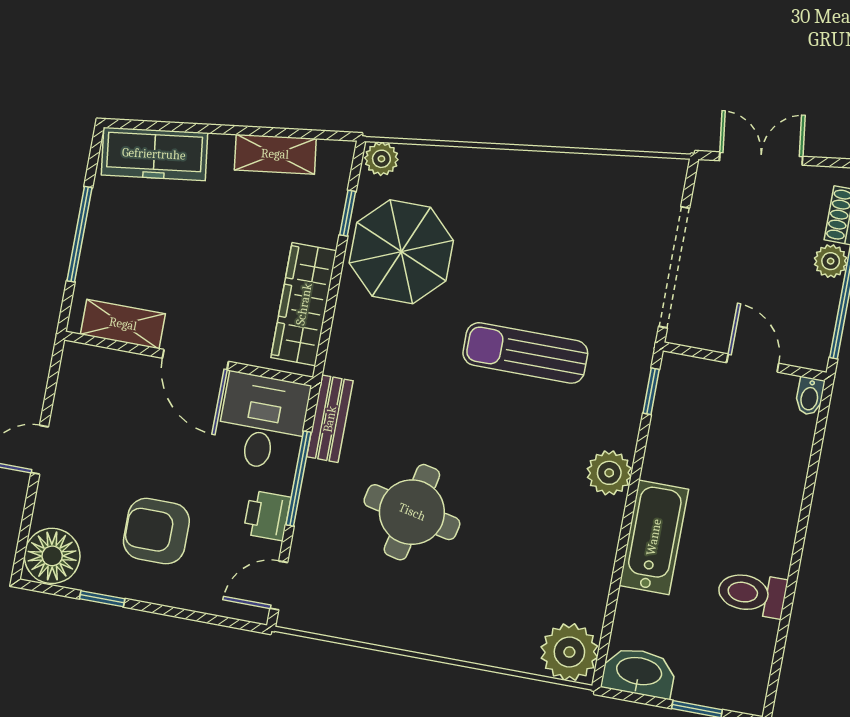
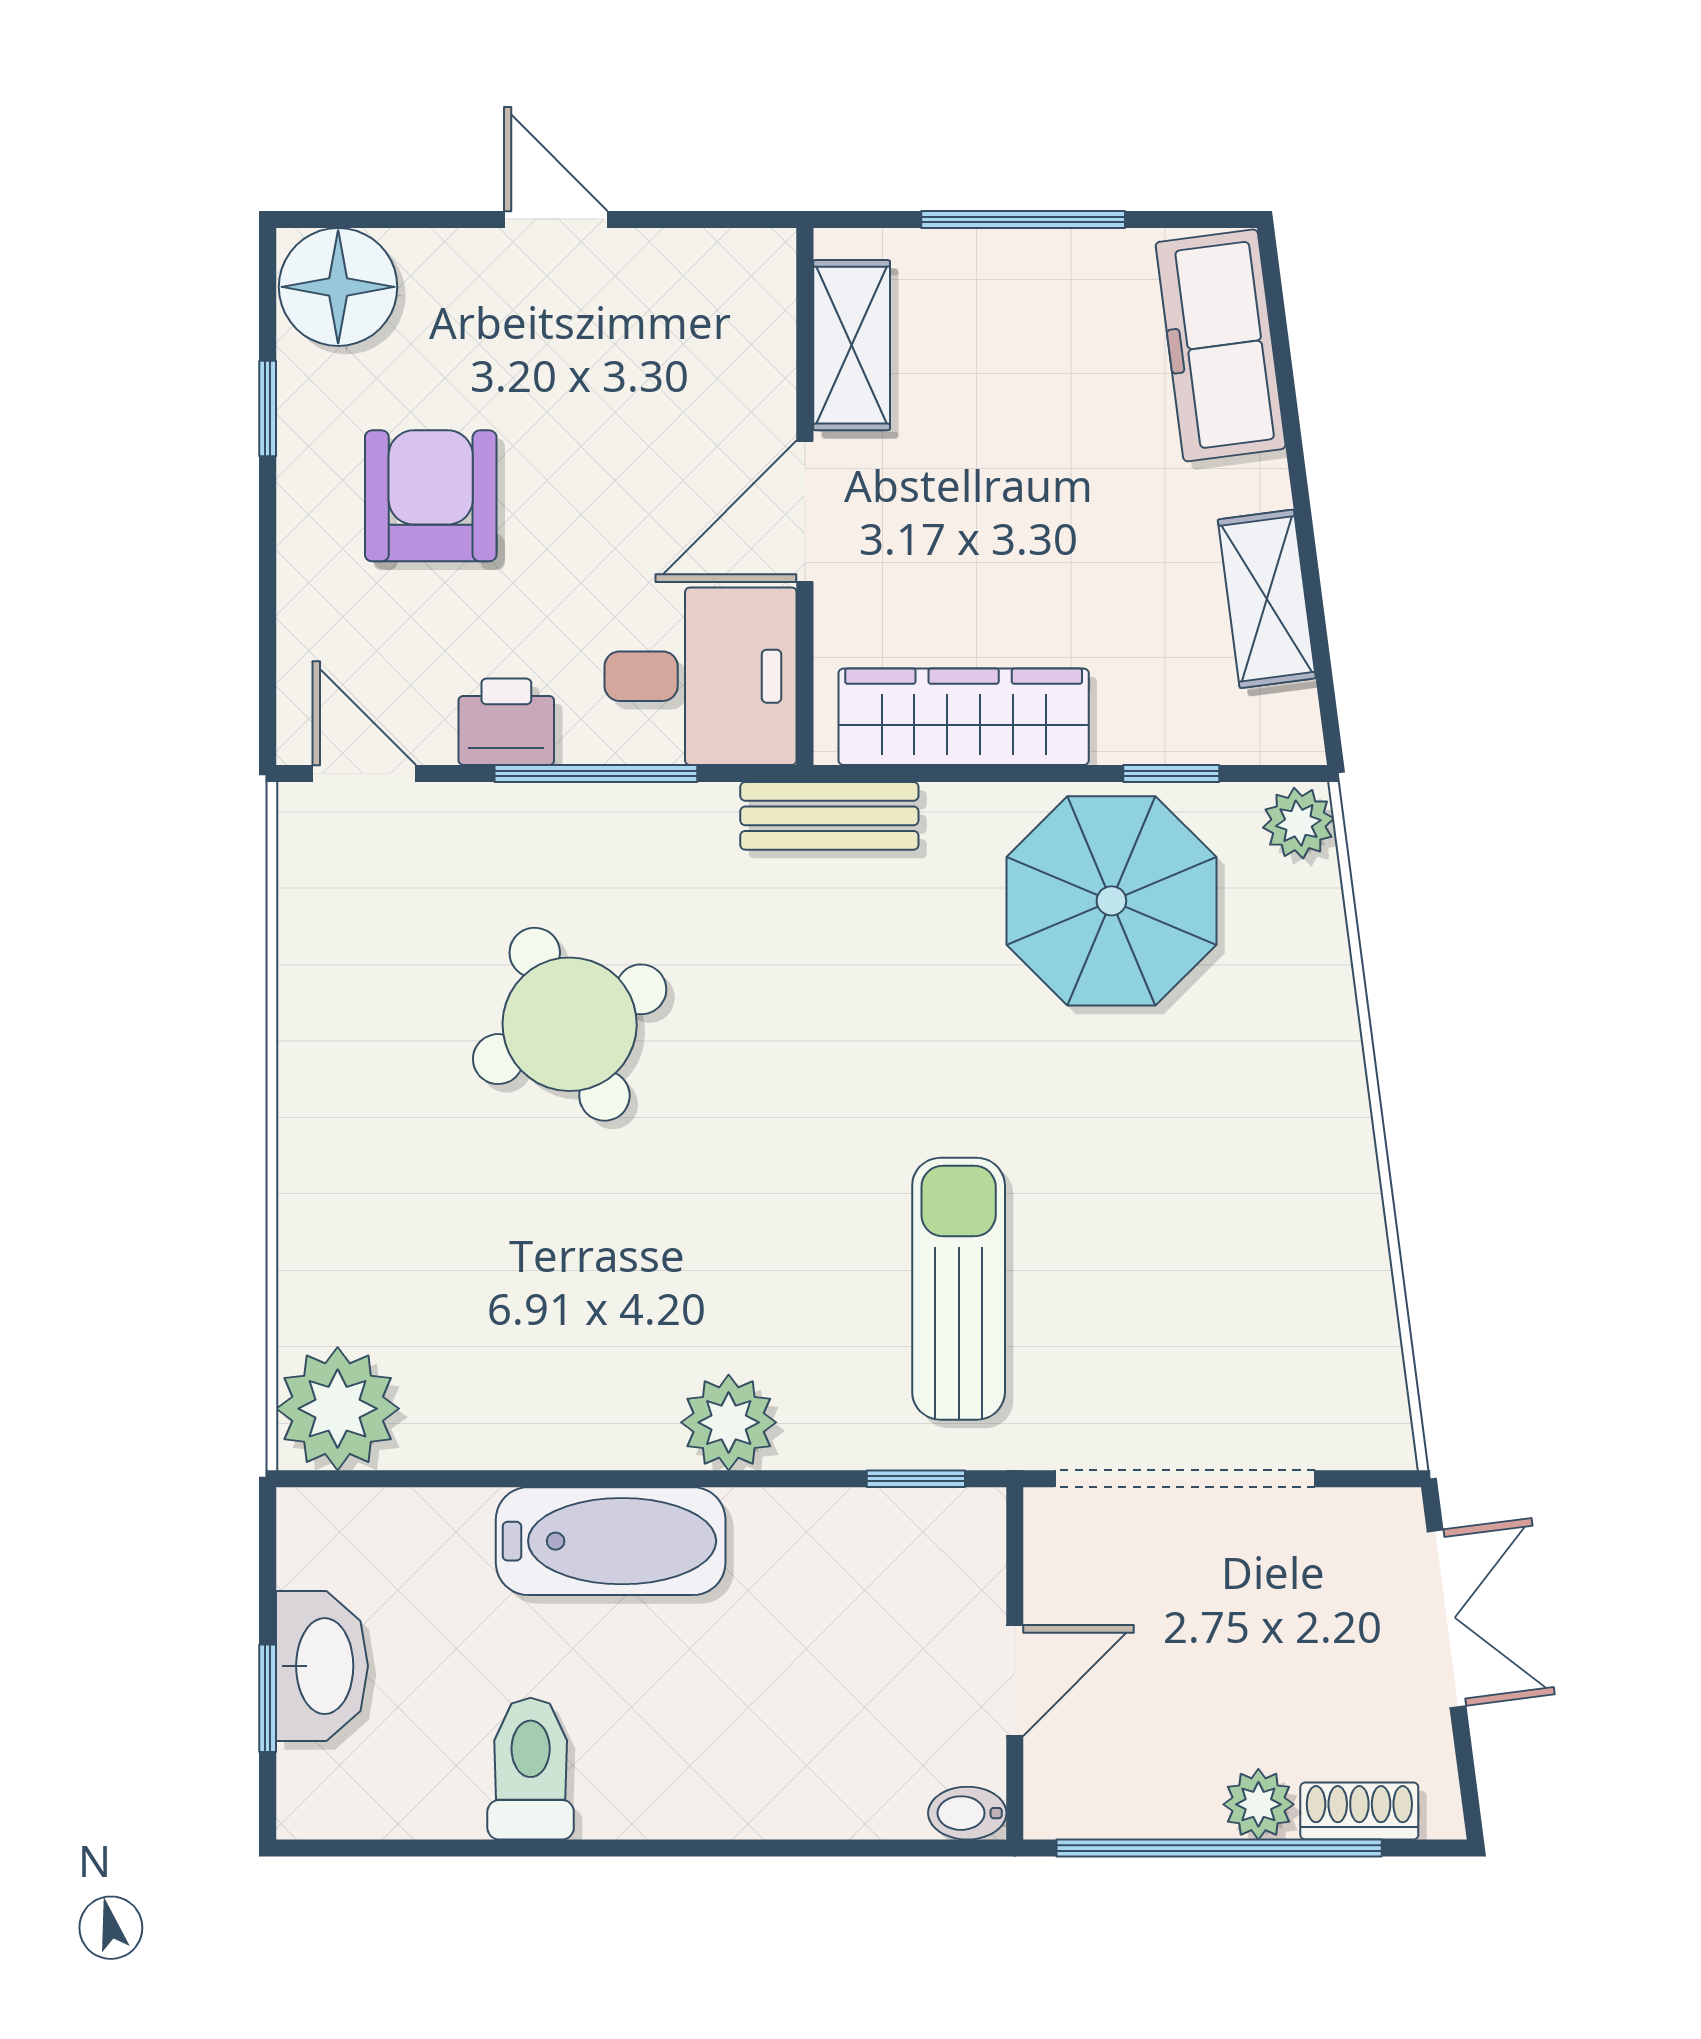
sun lounger: (525, 353) -> (959, 1289), moved
bench: (330, 419) -> (829, 816), moved
round table: (412, 512) -> (570, 1024), turned -38
washbasin: (639, 672) -> (322, 1666), moved

